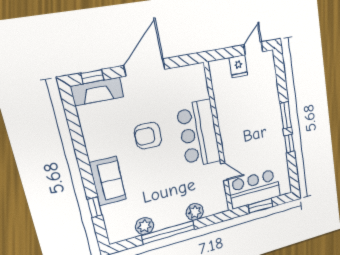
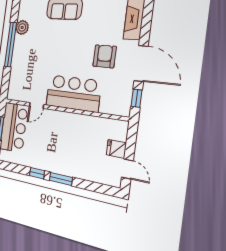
window: (92, 77) -> (137, 98), moved
armchair: (148, 136) -> (105, 56), moved
plant: (195, 212) -> (16, 70), removed

